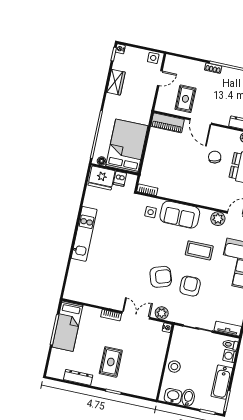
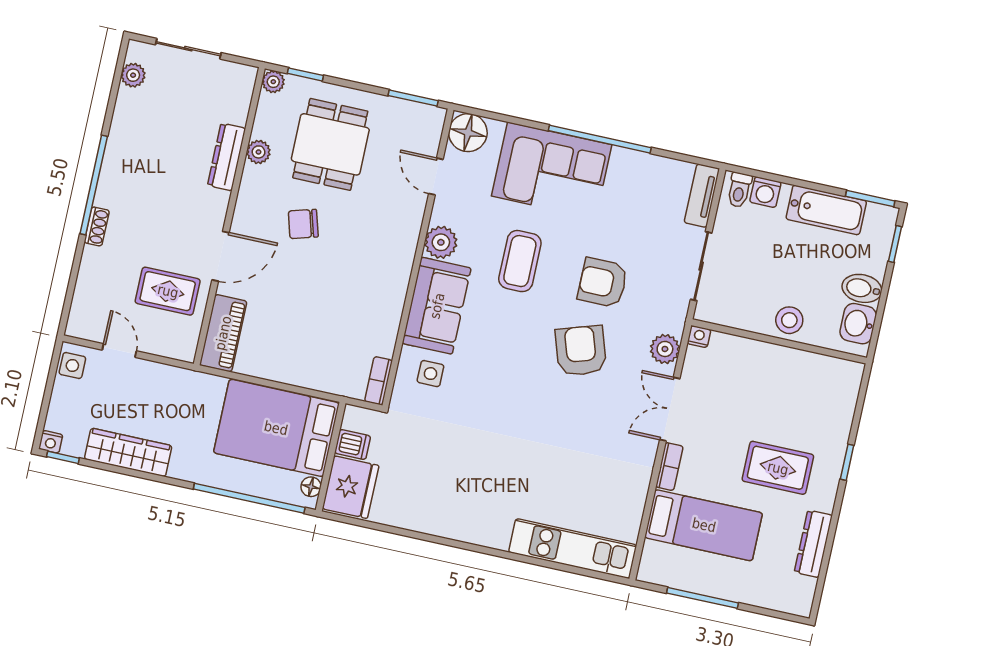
wardrobe: (116, 82) -> (128, 452), width x1.50
plant: (218, 219) -> (441, 242), moved
kitchen unit: (84, 234) -> (573, 549), moved
bed: (67, 326) -> (704, 525), moved

